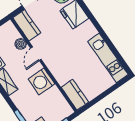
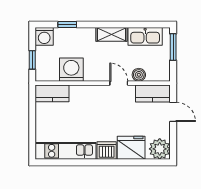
dishwasher: (88, 30) -> (107, 151), added
washing machine: (41, 81) -> (71, 70), moved

